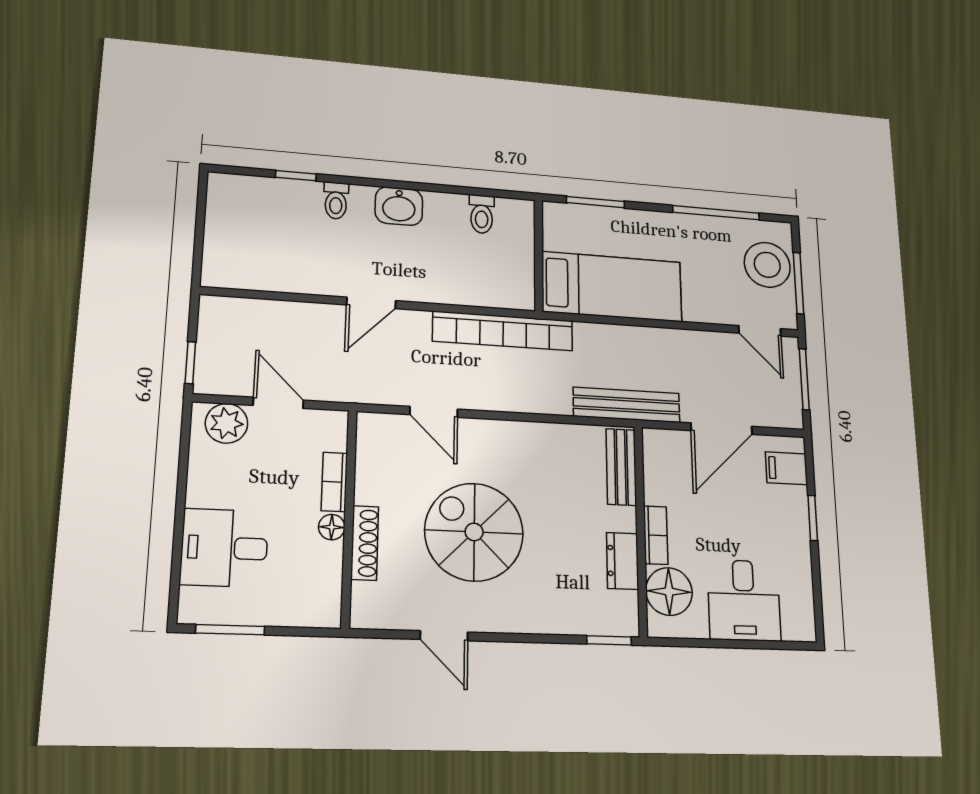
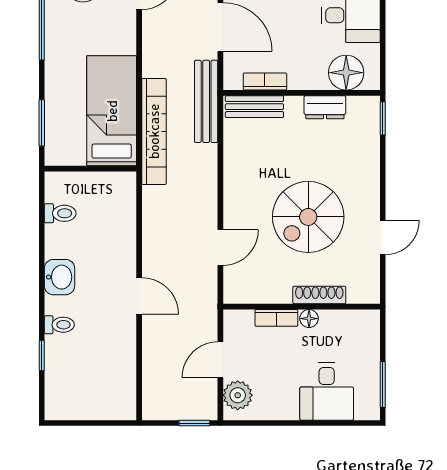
bookcase: (503, 331) -> (154, 131), moved
bookcase: (656, 535) -> (265, 81), moved

